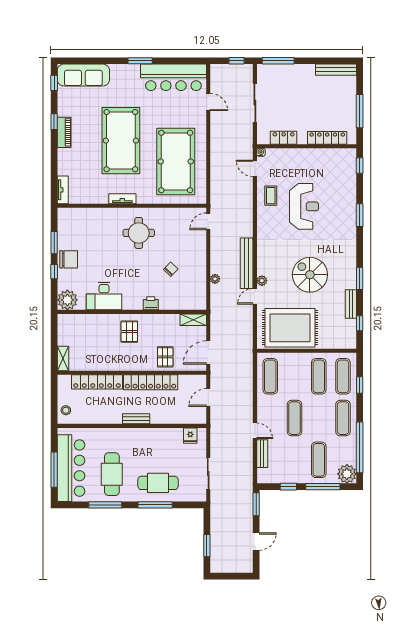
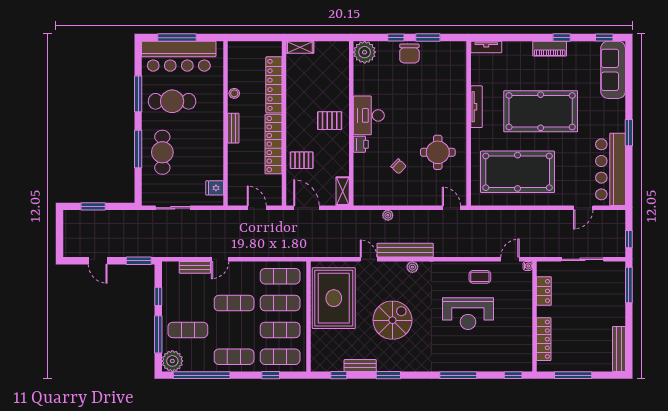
tv unit: (122, 199) -> (476, 107), width x1.41
window: (360, 215) -> (458, 375), width x1.44
round table: (139, 233) -> (438, 152), moved
plant: (262, 281) -> (412, 267), moved
desk: (104, 296) -> (369, 115), moved
exercise mat: (294, 376) -> (280, 303), added
stool: (66, 410) -> (234, 93), moved

